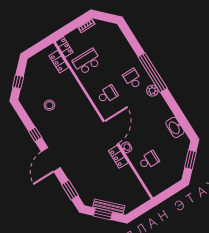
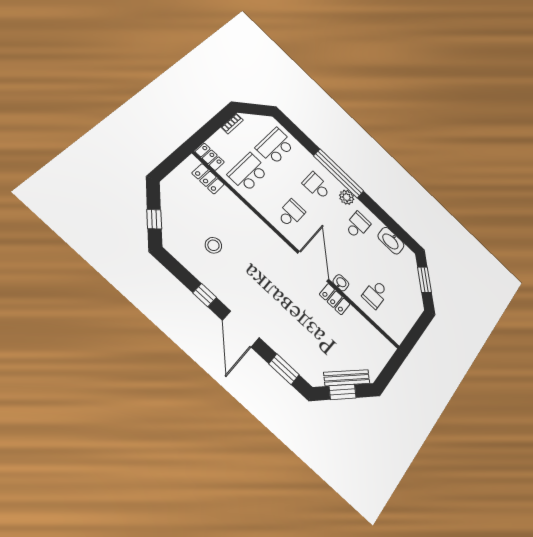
school desk: (112, 46) -> (275, 146), added
school desk: (153, 112) -> (357, 225), added
school desk: (149, 160) -> (375, 294), turned 180

